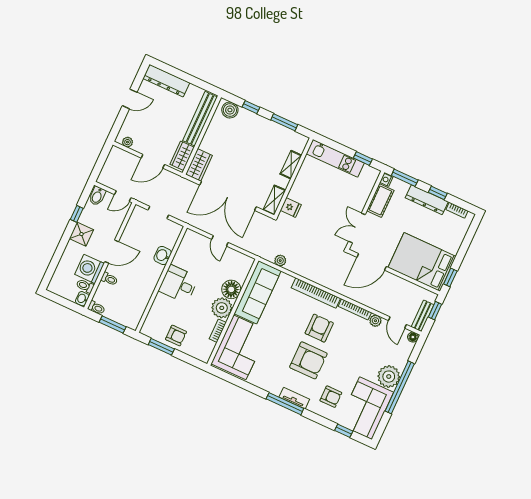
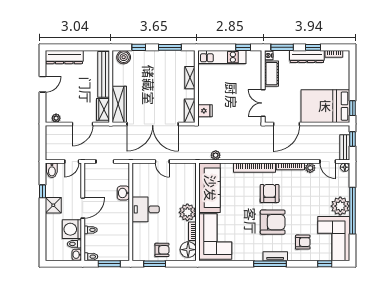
wardrobe: (199, 165) -> (119, 104), width x1.50
floor lamp: (231, 289) -> (188, 250), moved

